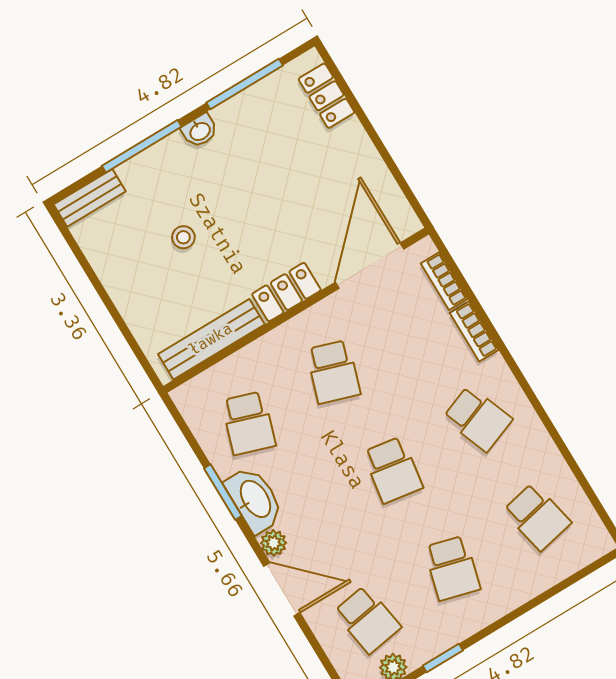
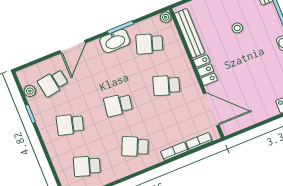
school desk: (478, 419) -> (135, 147), turned 45
school desk: (537, 517) -> (87, 166), turned 30
plant: (274, 543) -> (166, 17), moved

